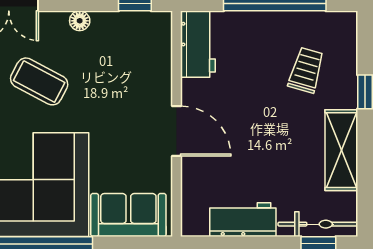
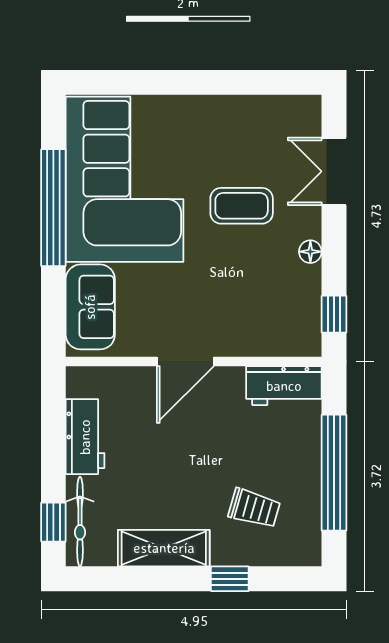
coffee table: (39, 81) -> (242, 206), turned 62

